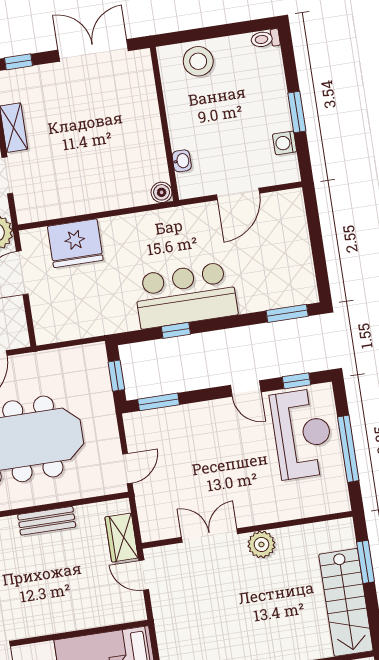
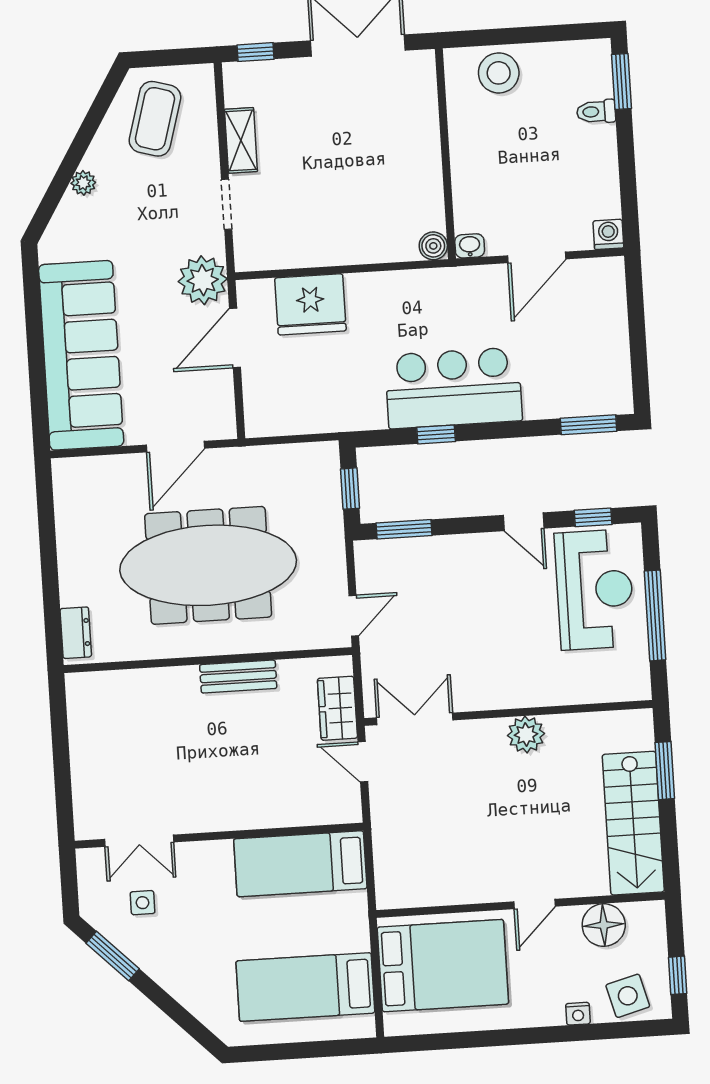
toilet: (265, 39) -> (596, 112), moved
window: (297, 112) -> (621, 82), moved
washing machine: (285, 143) -> (608, 234), moved, turned 90
washbasin: (182, 161) -> (470, 246), moved, turned -90
double door: (210, 536) -> (415, 719), moved

